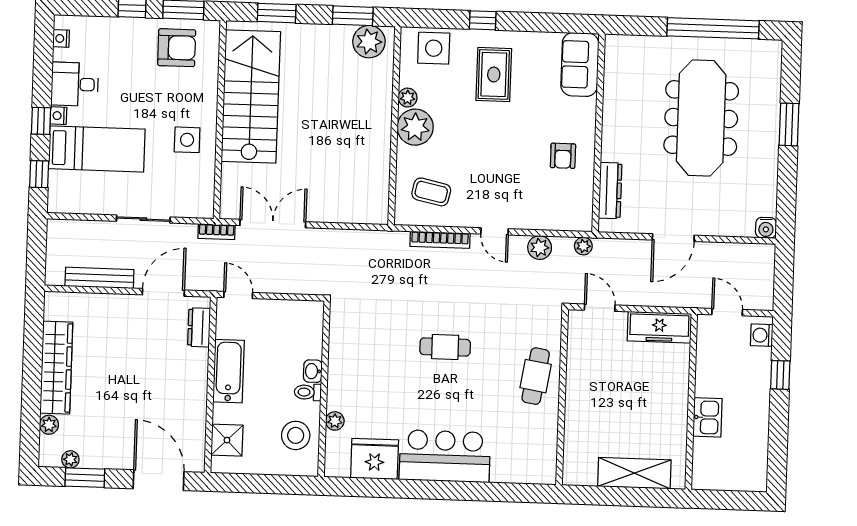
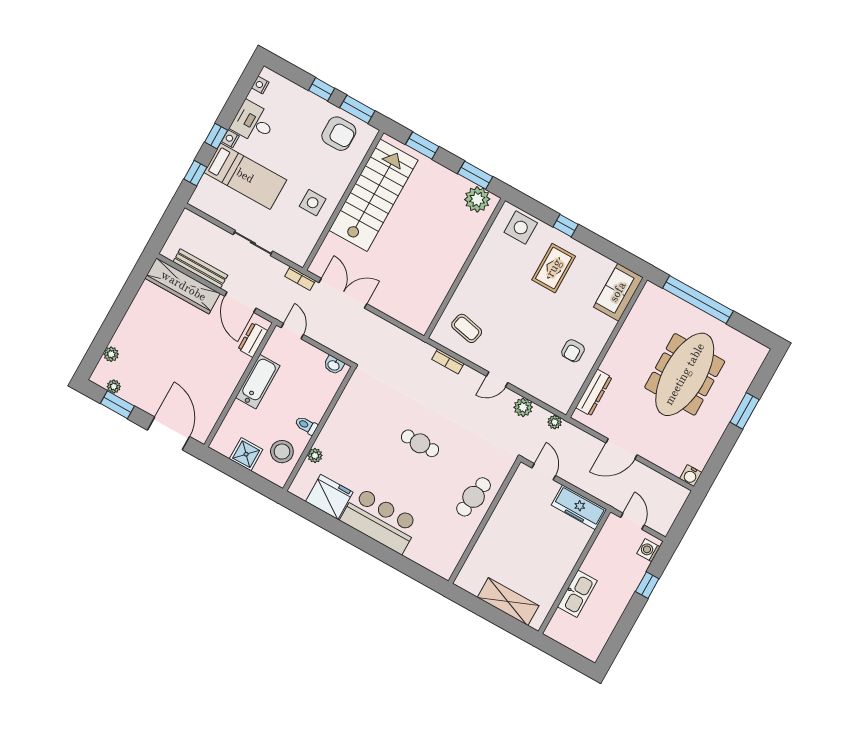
window: (713, 28) -> (698, 300), moved
plant: (408, 98) -> (484, 253), removed
plant: (415, 127) -> (479, 277), removed
door: (495, 231) -> (497, 379), hinge flipped
bookcase: (440, 240) -> (448, 361), width x0.64
door: (163, 292) -> (240, 302), swing flipped
wardrobe: (56, 368) -> (183, 286), moved, turned 90
washbasin: (313, 371) -> (334, 365), moved, turned -90
kitchen sink: (707, 417) -> (577, 594), width x1.38
shower: (227, 440) -> (246, 454), moved

